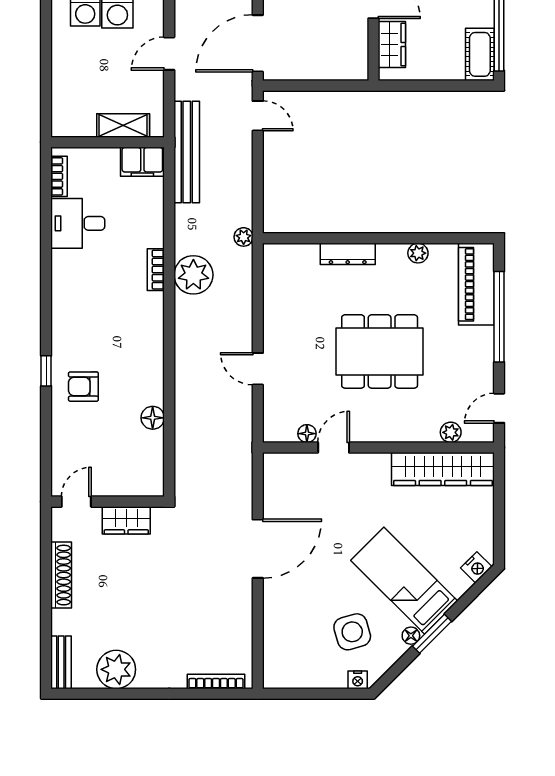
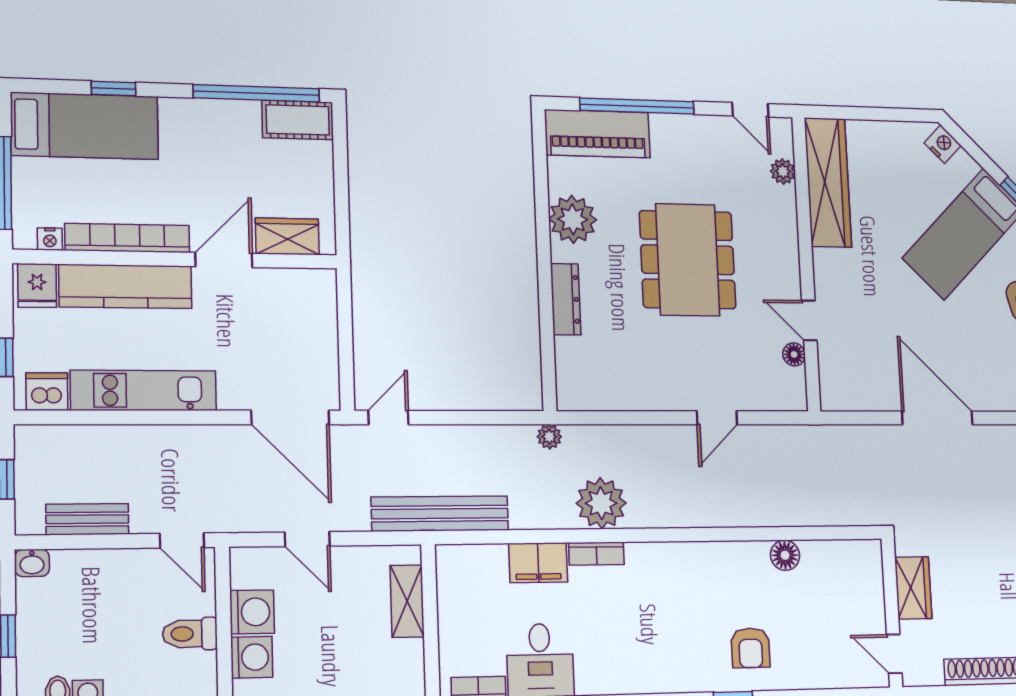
filing cabinet: (142, 162) -> (538, 563), moved, turned 90
plant: (418, 253) -> (573, 219), width x1.88, depth x1.88

